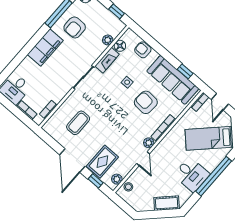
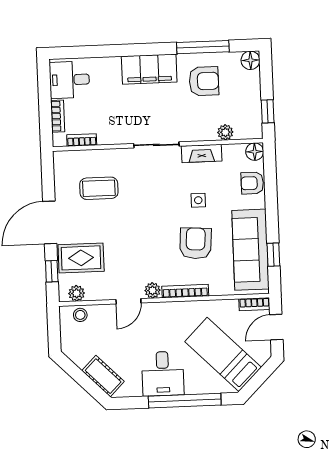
armchair: (75, 27) -> (204, 81), turned 180
floor lamp: (120, 46) -> (255, 152), moved
armchair: (143, 50) -> (252, 183), turned -90

